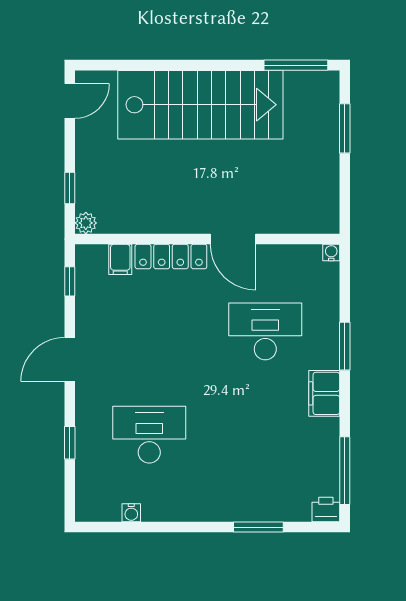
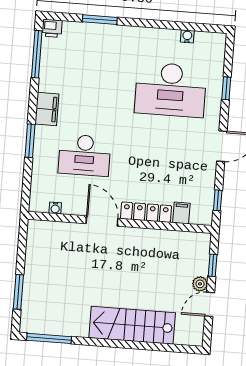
door: (70, 101) -> (210, 304), moved
stairs: (200, 105) -> (132, 325), width x0.73, depth x0.66
plant: (86, 223) -> (200, 284), moved
water cooler: (331, 253) -> (55, 208), moved
desk: (149, 435) -> (171, 90), width x1.36, depth x1.30

